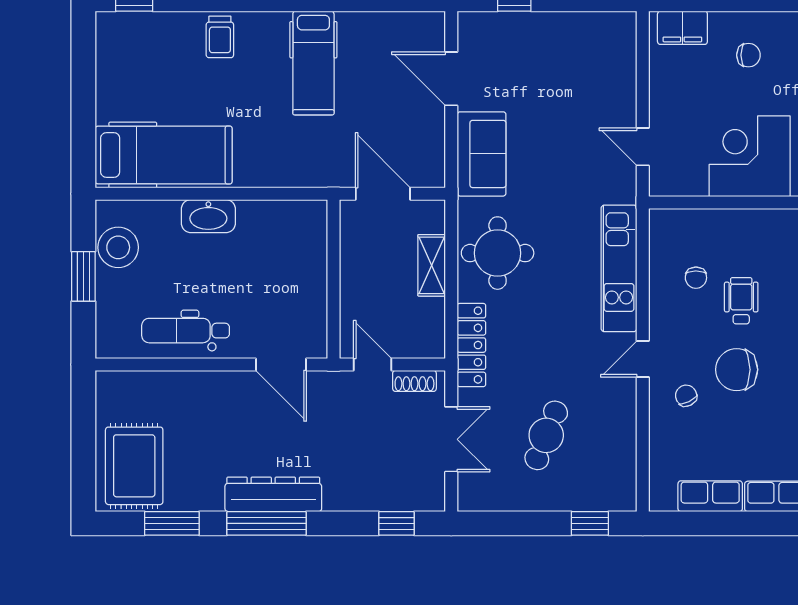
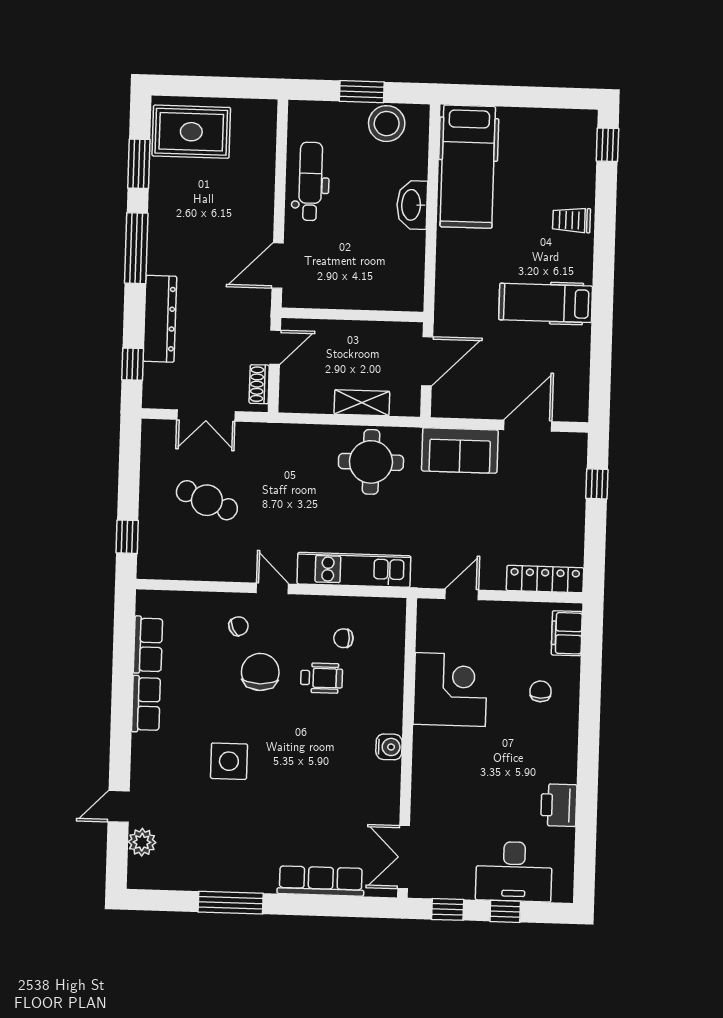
chair: (748, 55) -> (541, 691), turned 180
locker: (471, 345) -> (545, 579), moved, turned 180
dresser: (273, 494) -> (160, 319), moved

